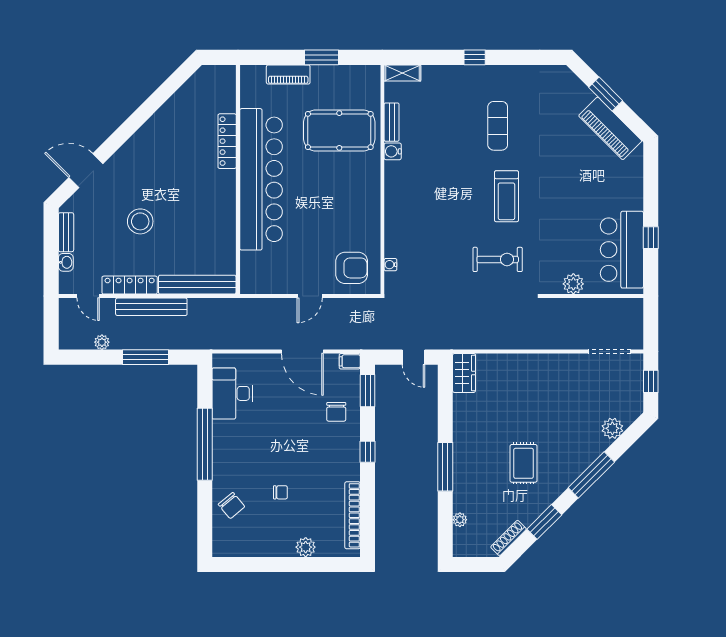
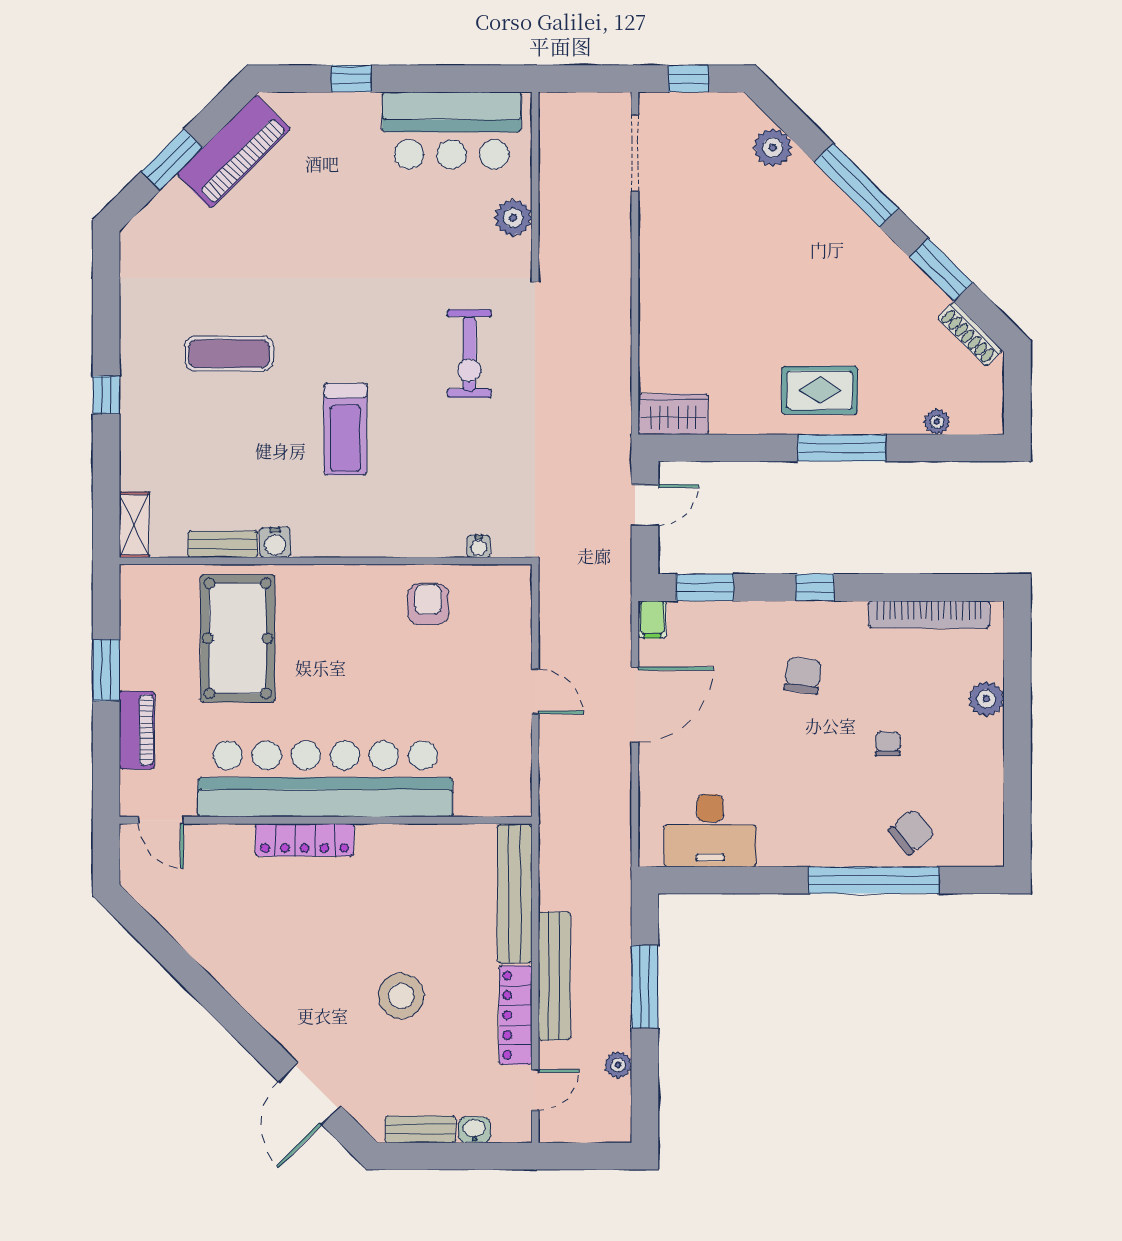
door: (238, 88) -> (161, 820), added
locker: (227, 141) -> (305, 840), moved
treadmill: (506, 196) -> (345, 429), moved, turned 90
window: (651, 238) -> (351, 79), moved
exercise bike: (498, 259) -> (469, 354), turned 180
armchair: (352, 268) -> (428, 604), moved, width x0.72, depth x0.72
chair: (336, 412) -> (803, 675), moved, turned -82
window: (205, 444) -> (874, 880), moved
rug: (524, 463) -> (820, 390), moved

